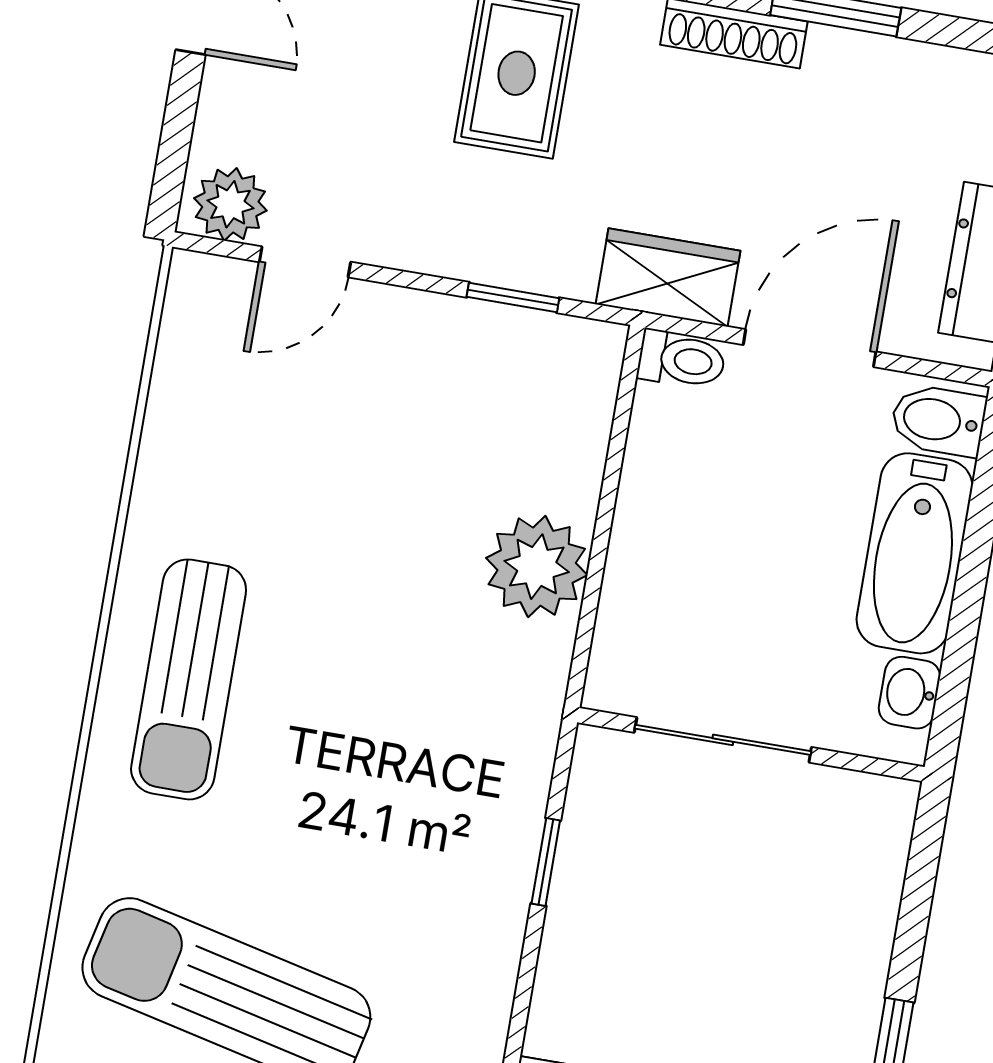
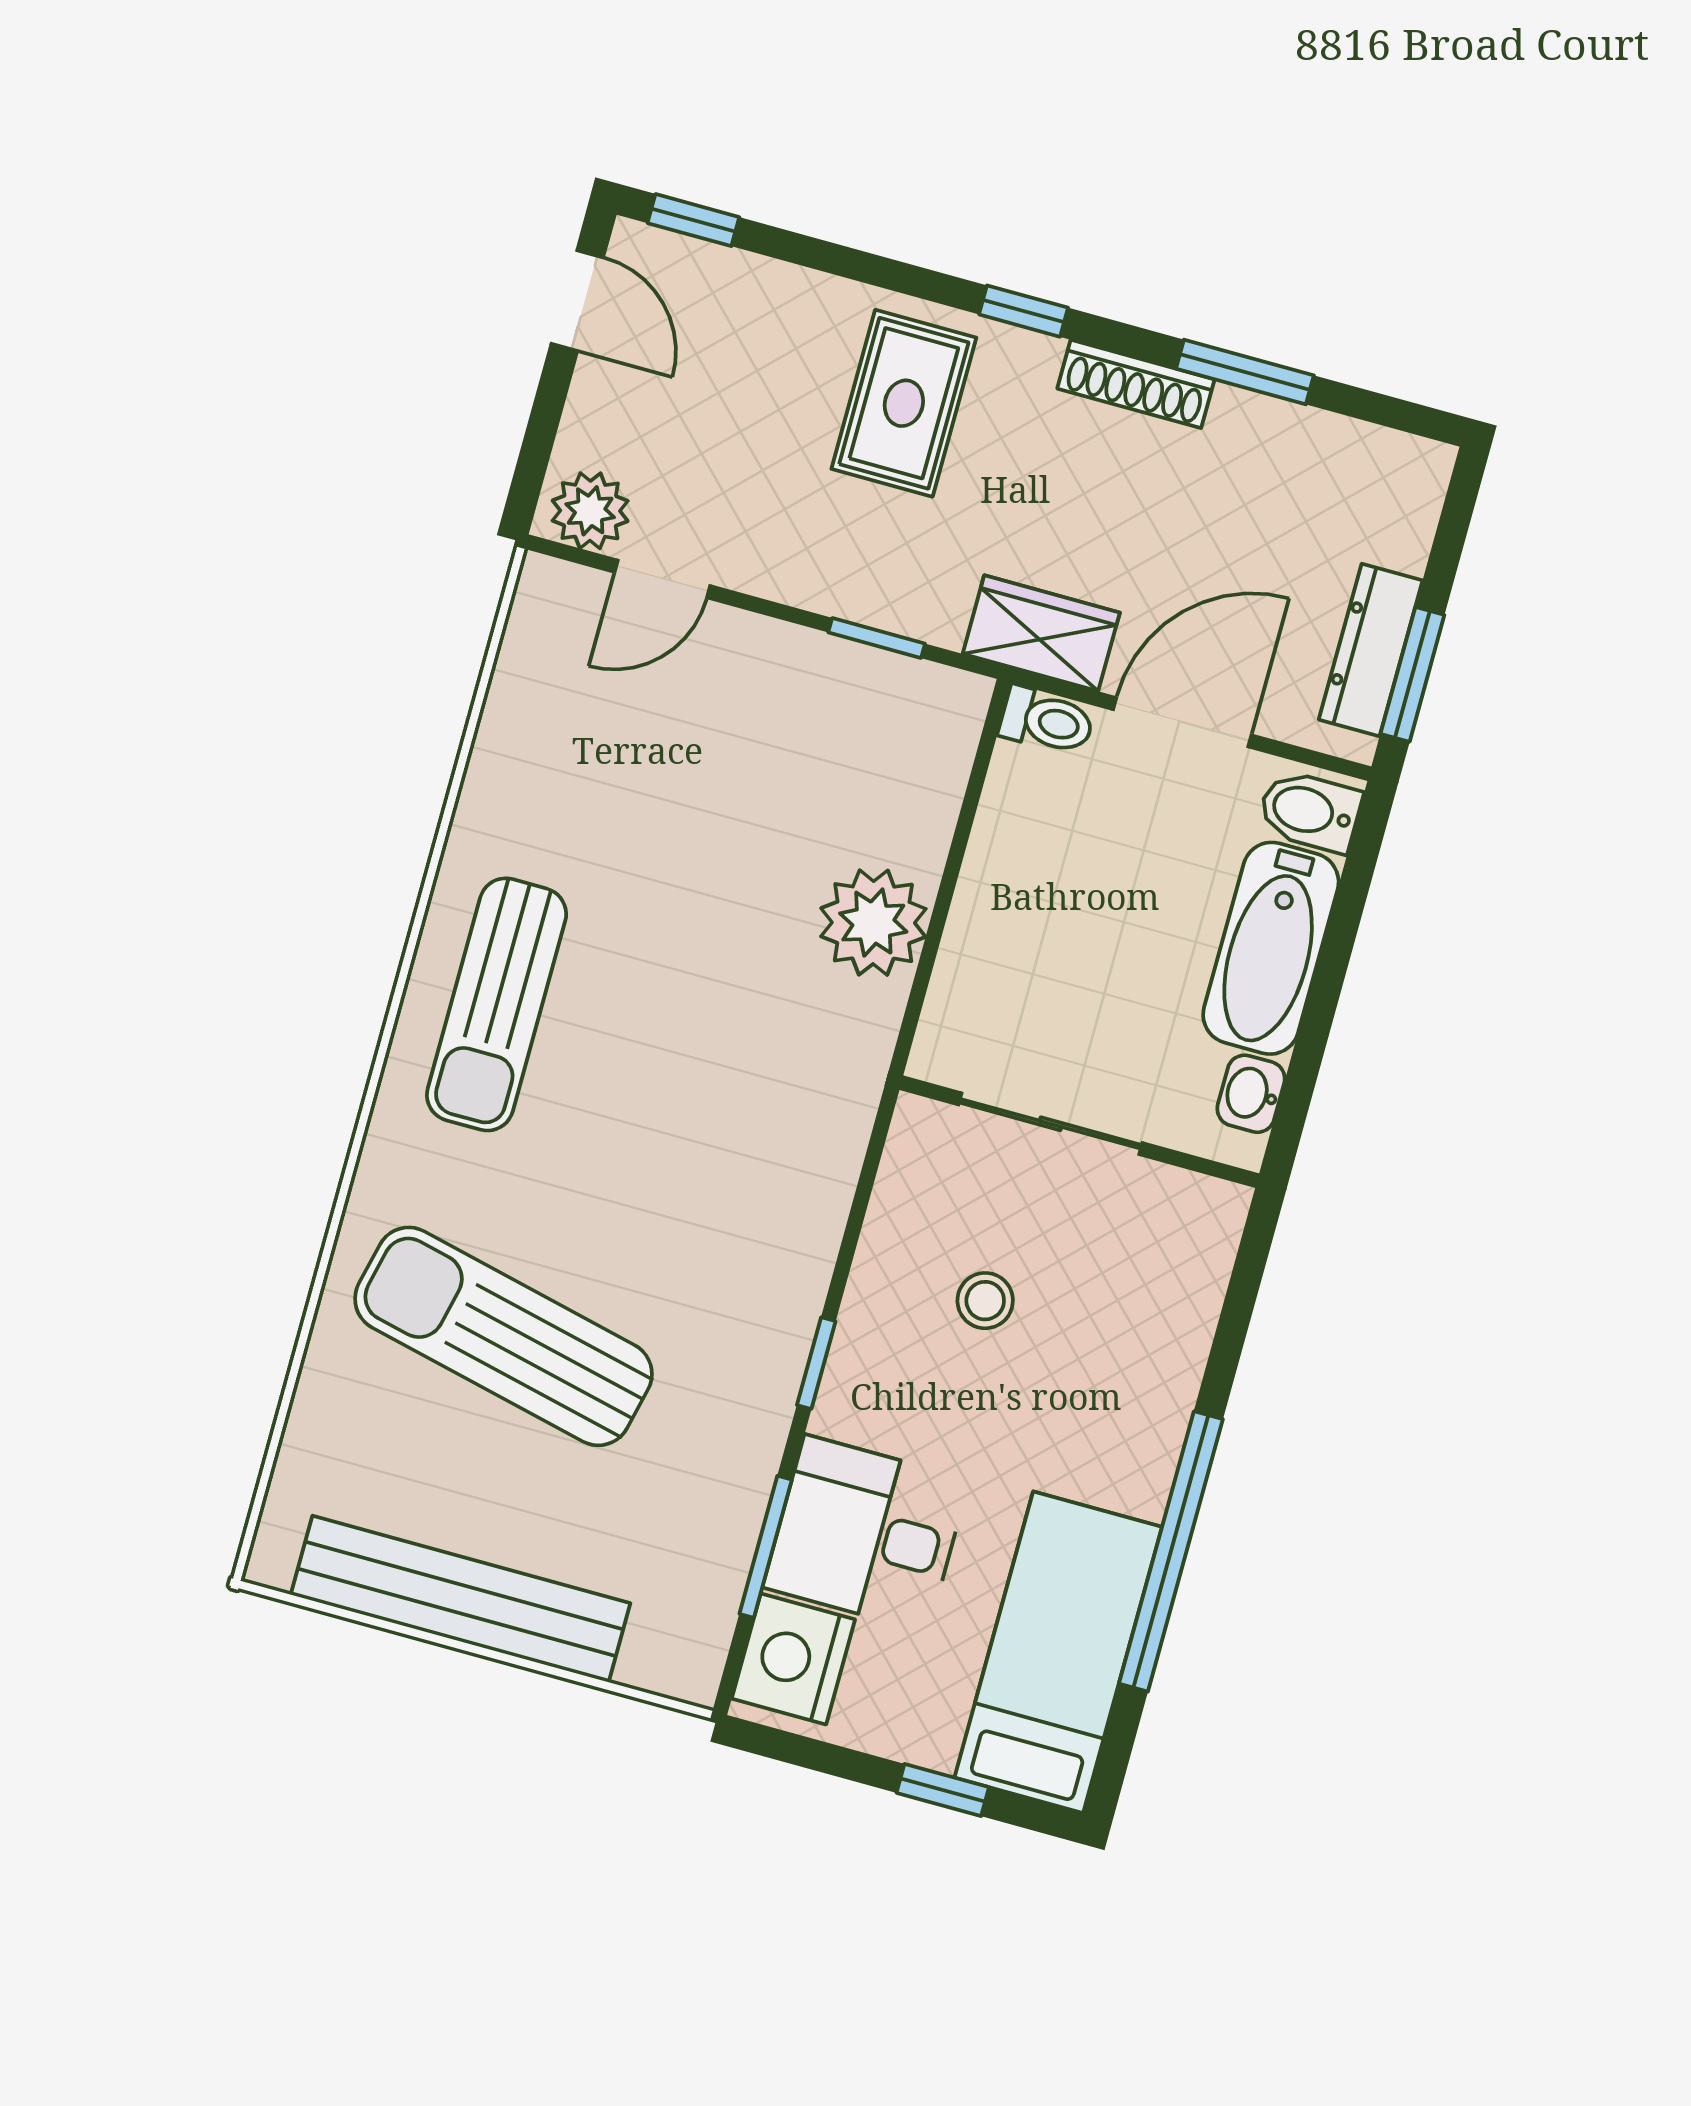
window: (546, 862) -> (816, 1363), moved
stool: (678, 913) -> (985, 1301), added

